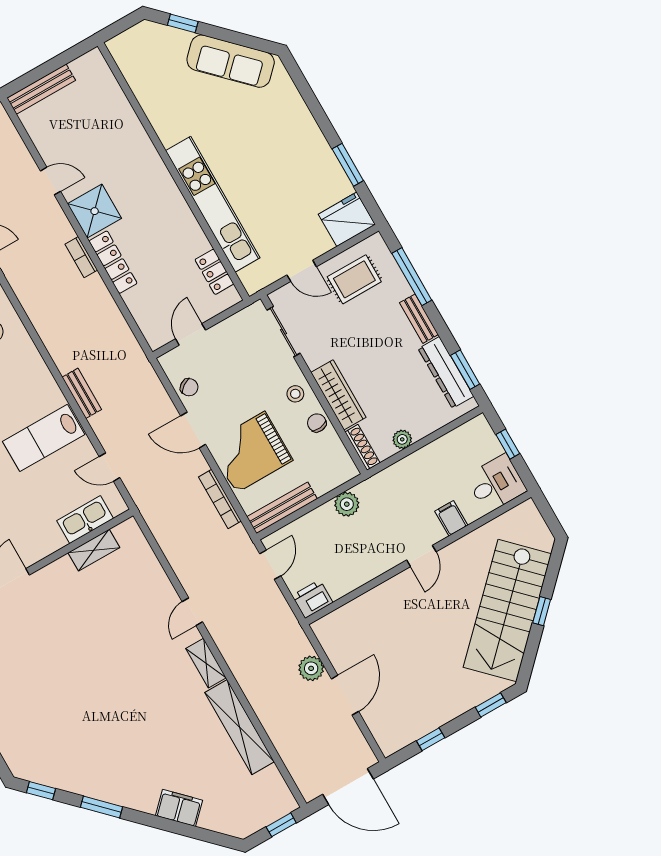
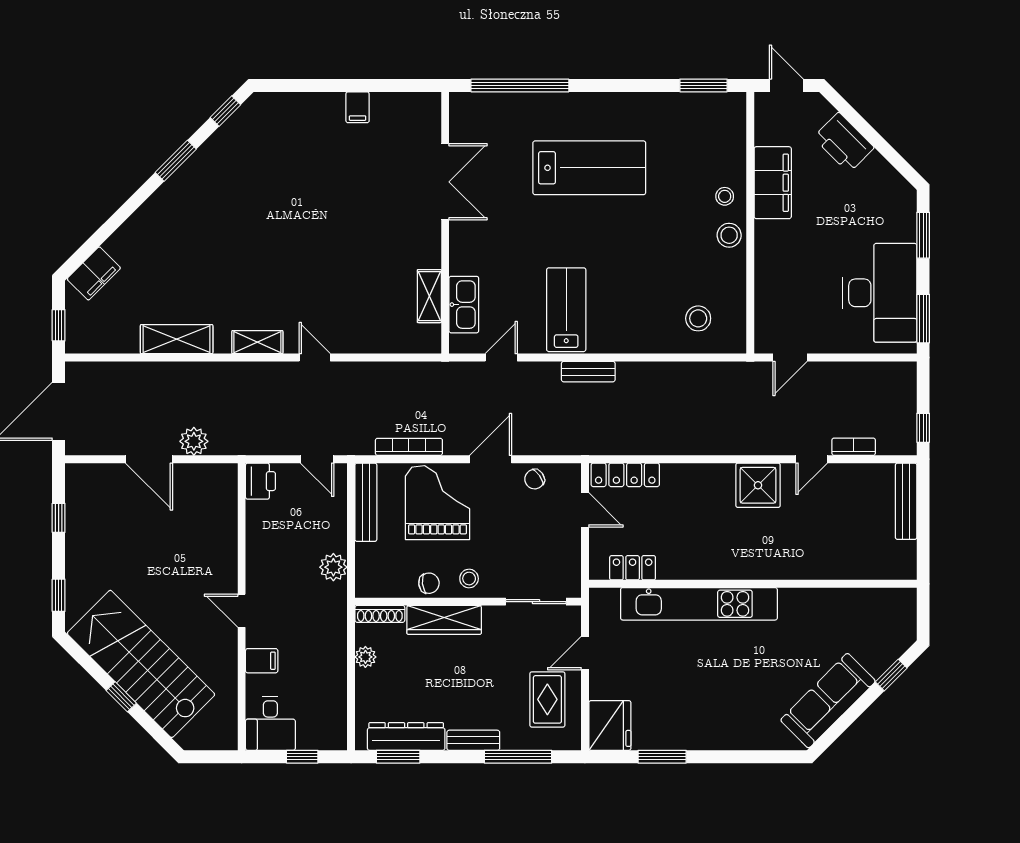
bookcase: (81, 257) -> (854, 447), moved
locker: (113, 262) -> (625, 475), moved
shelving: (240, 727) -> (177, 339), width x0.68
filing cabinet: (179, 808) -> (94, 273), moved

